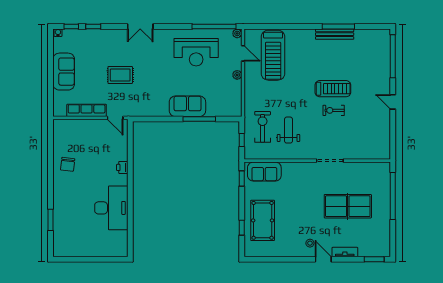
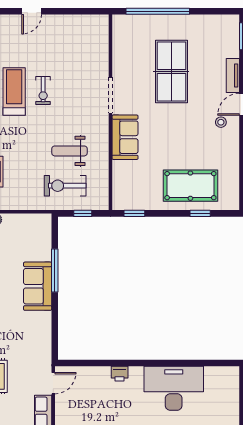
sofa: (264, 172) -> (125, 137), moved

